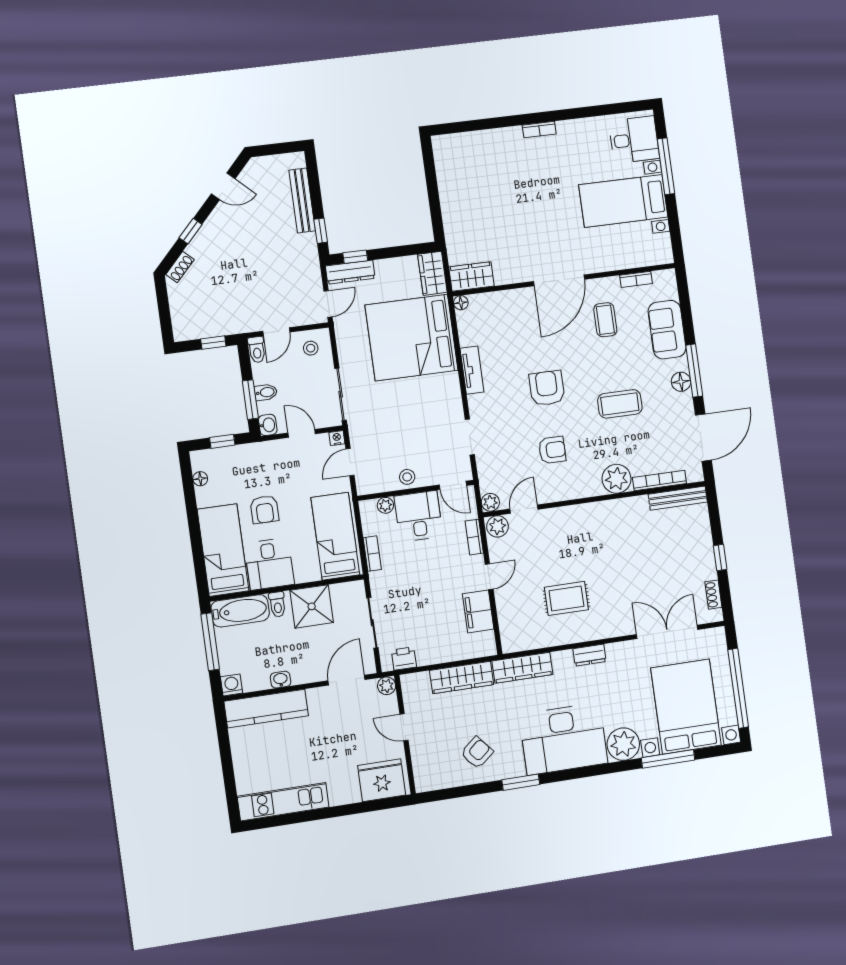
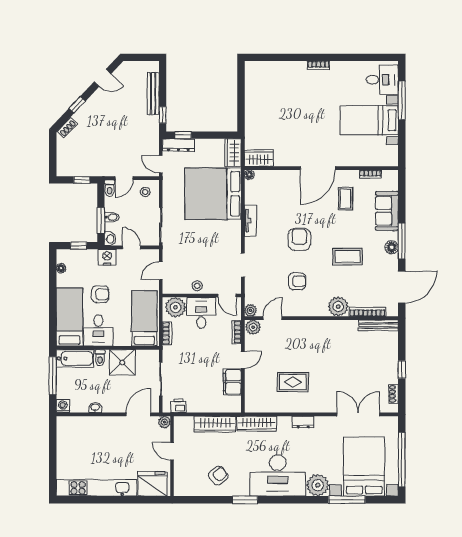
door: (328, 304) -> (161, 164), swing flipped
nightstand: (337, 438) -> (107, 257), moved, width x1.89, depth x1.79
plant: (385, 505) -> (176, 307), width x1.88, depth x1.88
armchair: (264, 510) -> (100, 294), turned -90
kitchen counter: (266, 709) -> (83, 425), removed
kitchen unit: (283, 802) -> (97, 488), width x1.36

